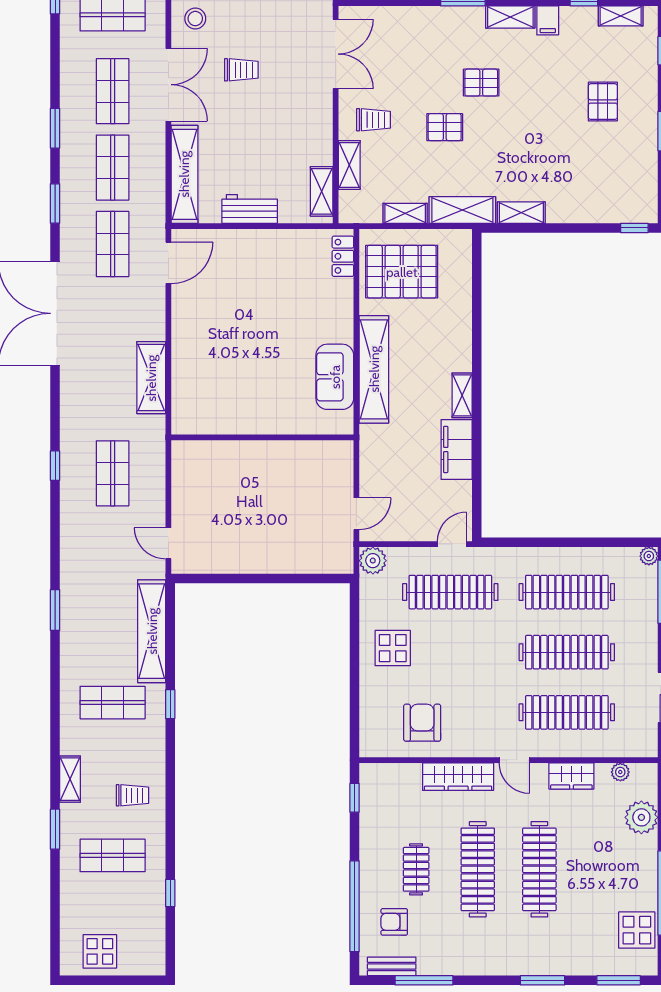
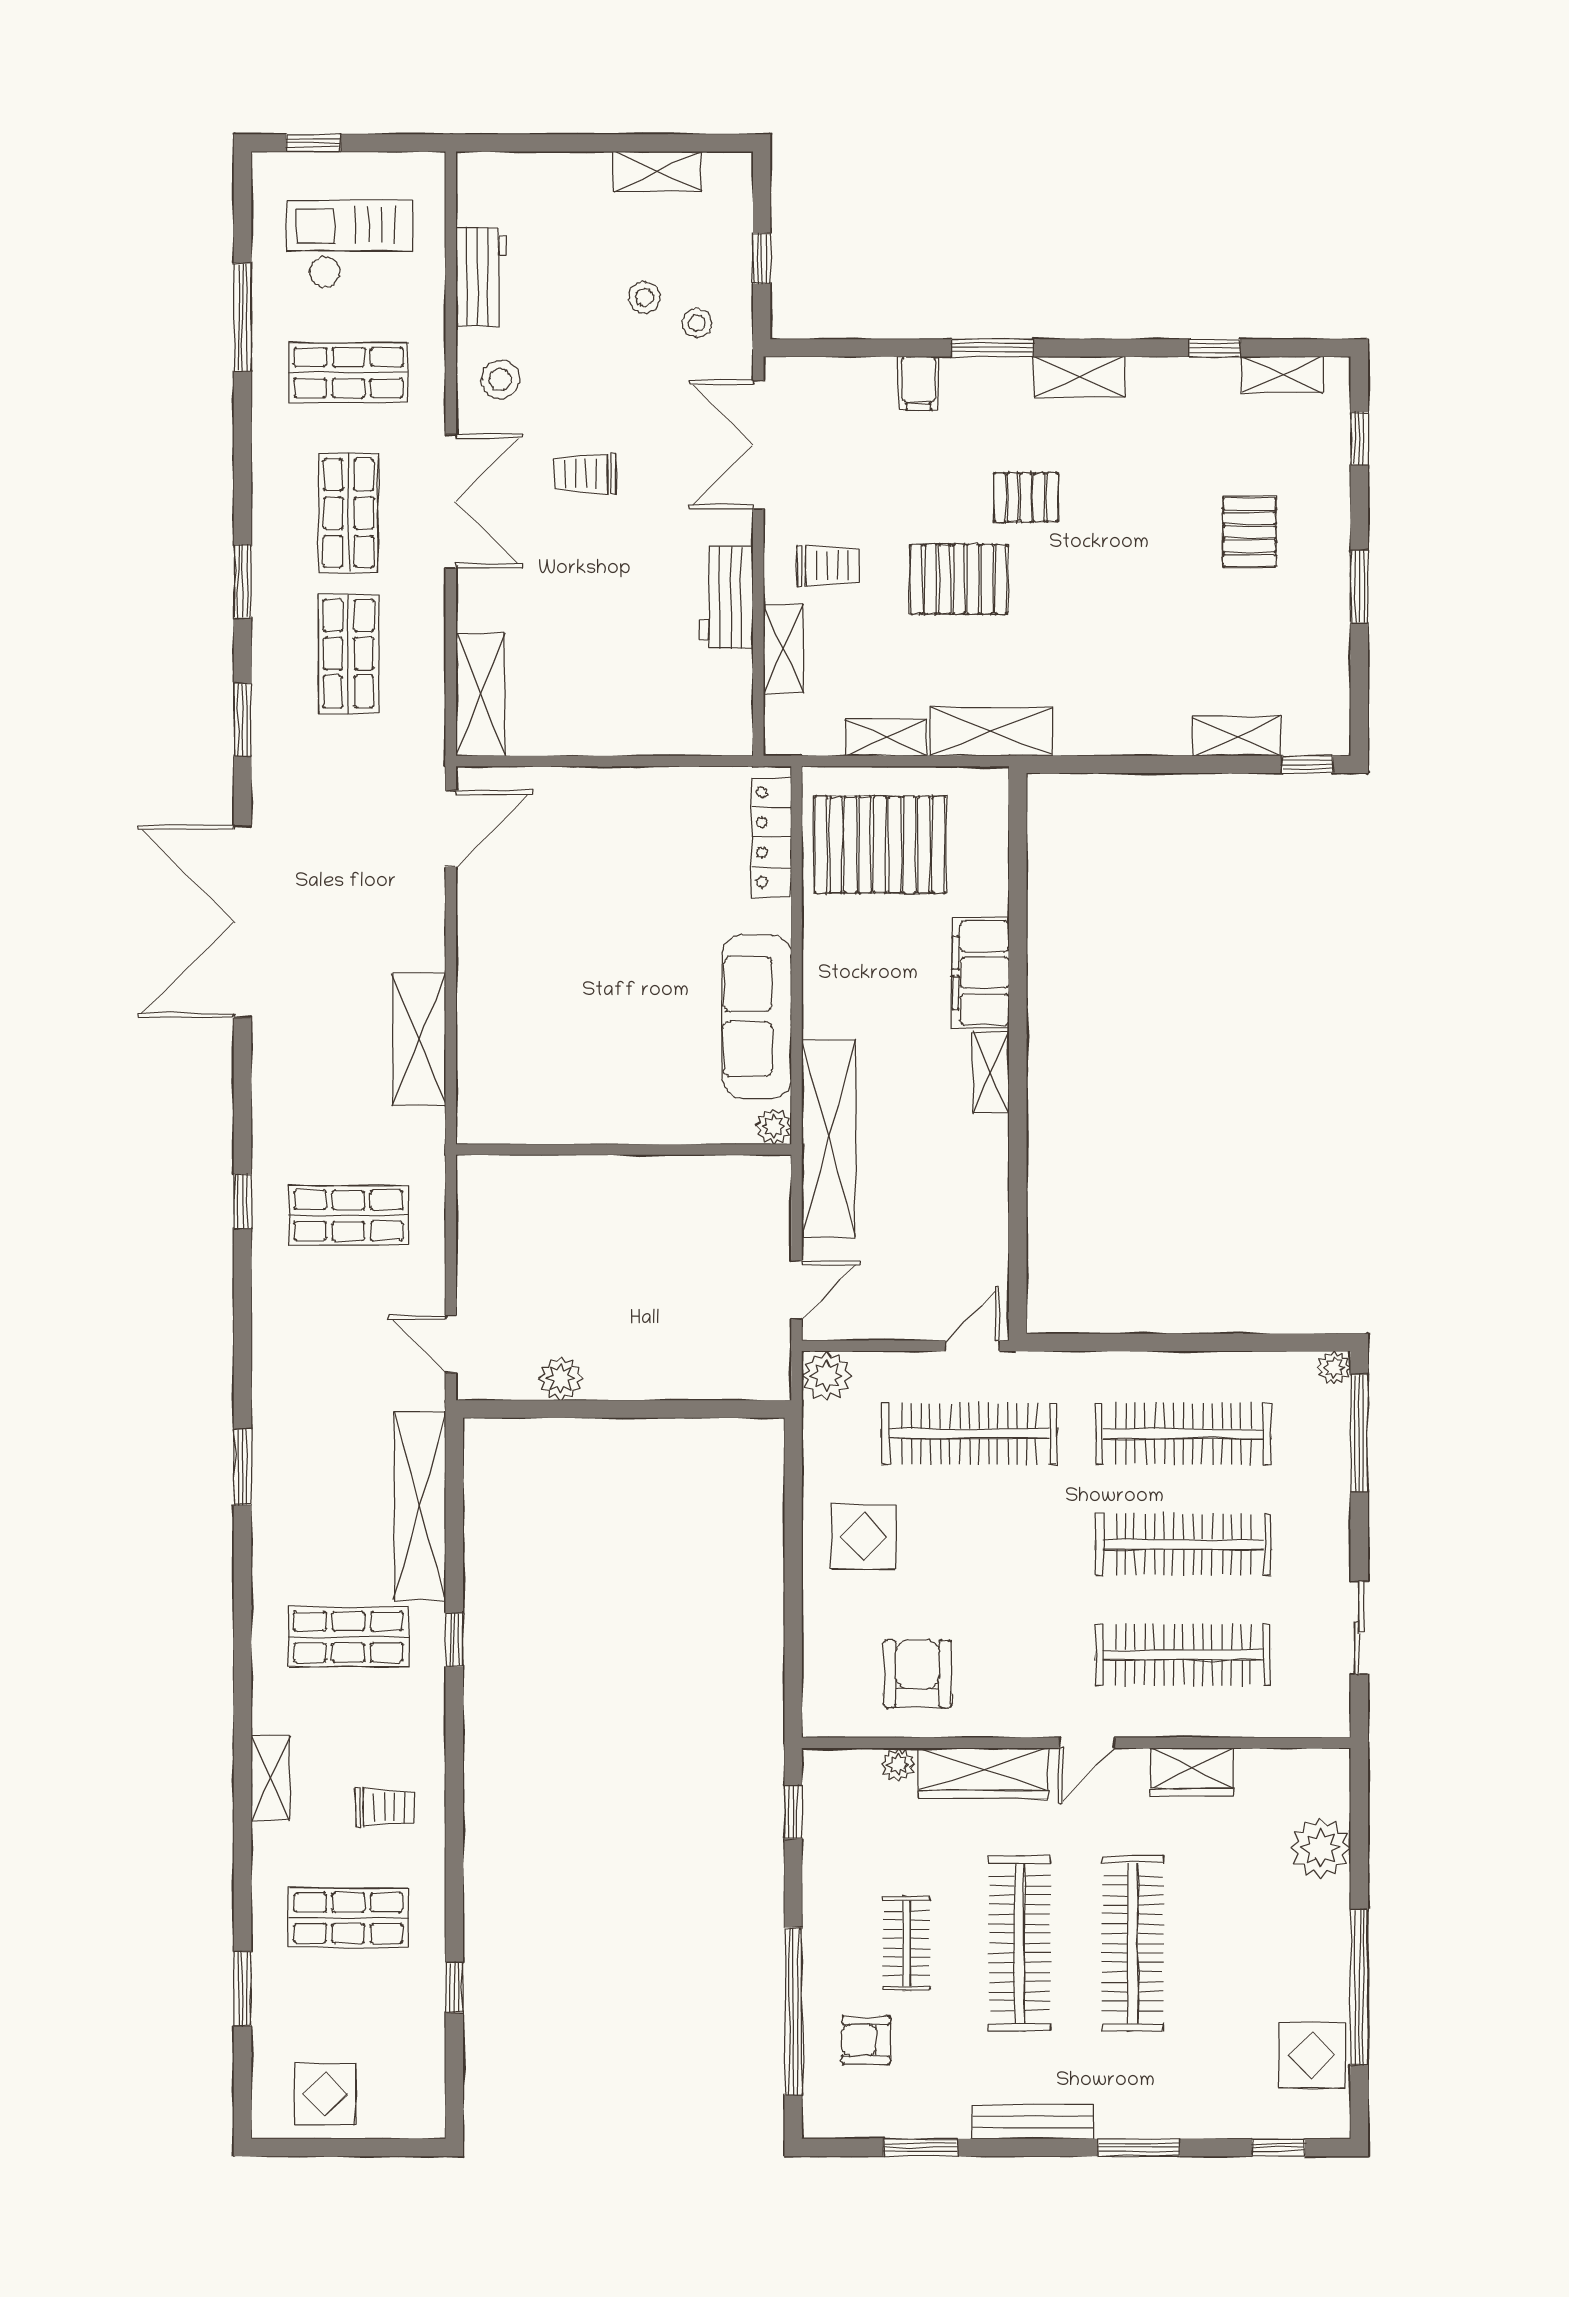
filing cabinet: (548, 20) -> (918, 383), moved
double door: (336, 54) -> (758, 445), swing flipped
trolley: (241, 70) -> (585, 474), turned 180
pallet: (445, 127) -> (959, 579), width x1.50, depth x1.42
shelving: (184, 174) -> (480, 695), width x0.68
shelving: (322, 191) -> (733, 697), removed
workbench: (250, 209) -> (727, 597), moved, turned -90
shelving: (521, 213) -> (1237, 736), moved
shop shelf: (113, 244) -> (348, 794), removed
locker: (343, 256) -> (772, 837), width x1.53
shelving: (374, 369) -> (829, 1139), moved
sofa: (335, 377) -> (757, 1016), width x1.36
plant: (344, 425) -> (774, 1126), added
filing cabinet: (457, 449) -> (981, 973), moved
shop shelf: (113, 473) -> (348, 1215), turned 90
plant: (228, 562) -> (561, 1378), added
door: (514, 760) -> (1087, 1743), hinge flipped
plant: (620, 772) -> (898, 1765), moved
window: (55, 829) -> (243, 1989), moved
bench: (392, 966) -> (1033, 2122), moved, width x1.36
window: (424, 980) -> (921, 2148), width x0.69
window: (619, 980) -> (1279, 2148), width x0.67

